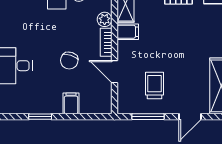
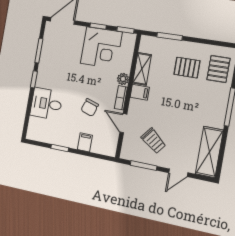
trolley: (154, 86) -> (153, 141), turned 128

